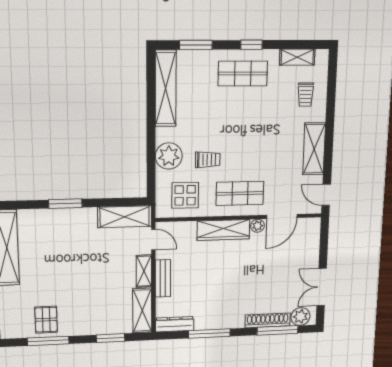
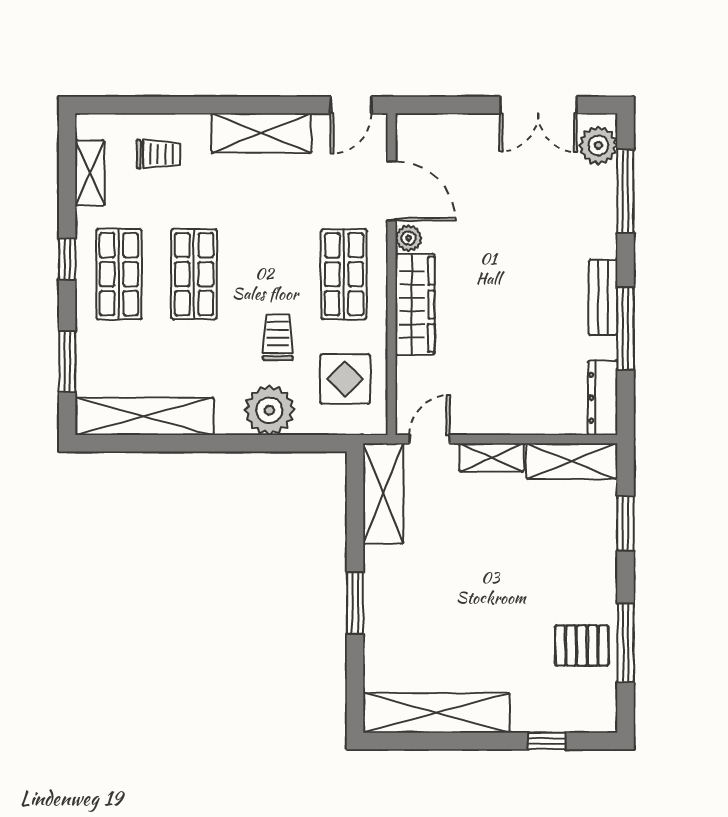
shop shelf: (242, 114) -> (194, 274), added
bench: (163, 278) -> (603, 297), moved, turned 90
shoe rack: (268, 320) -> (603, 212), removed

